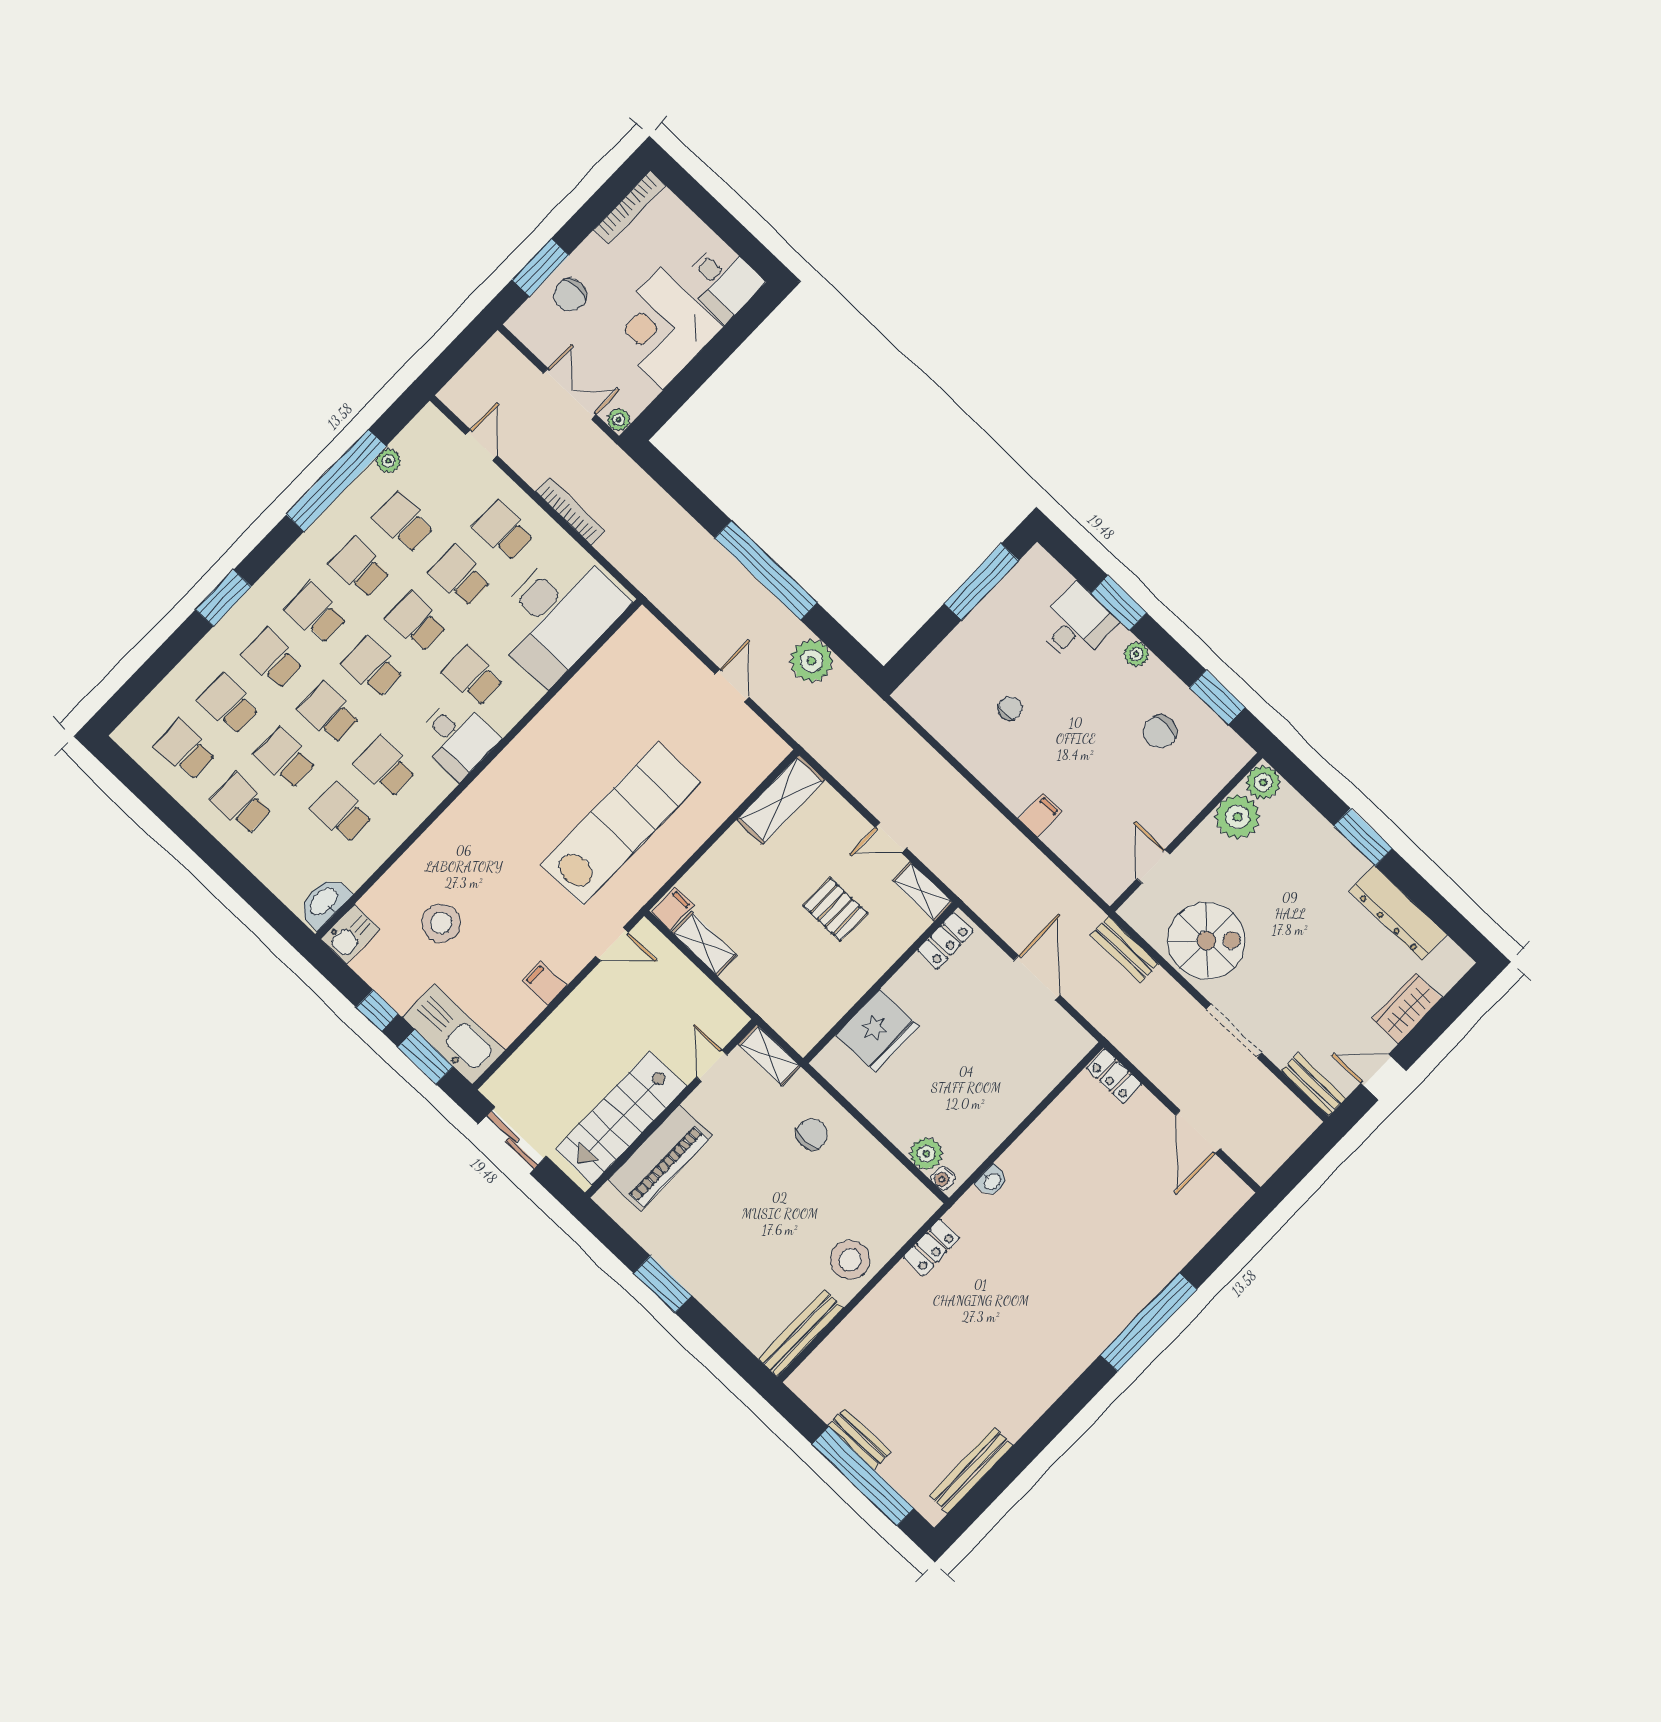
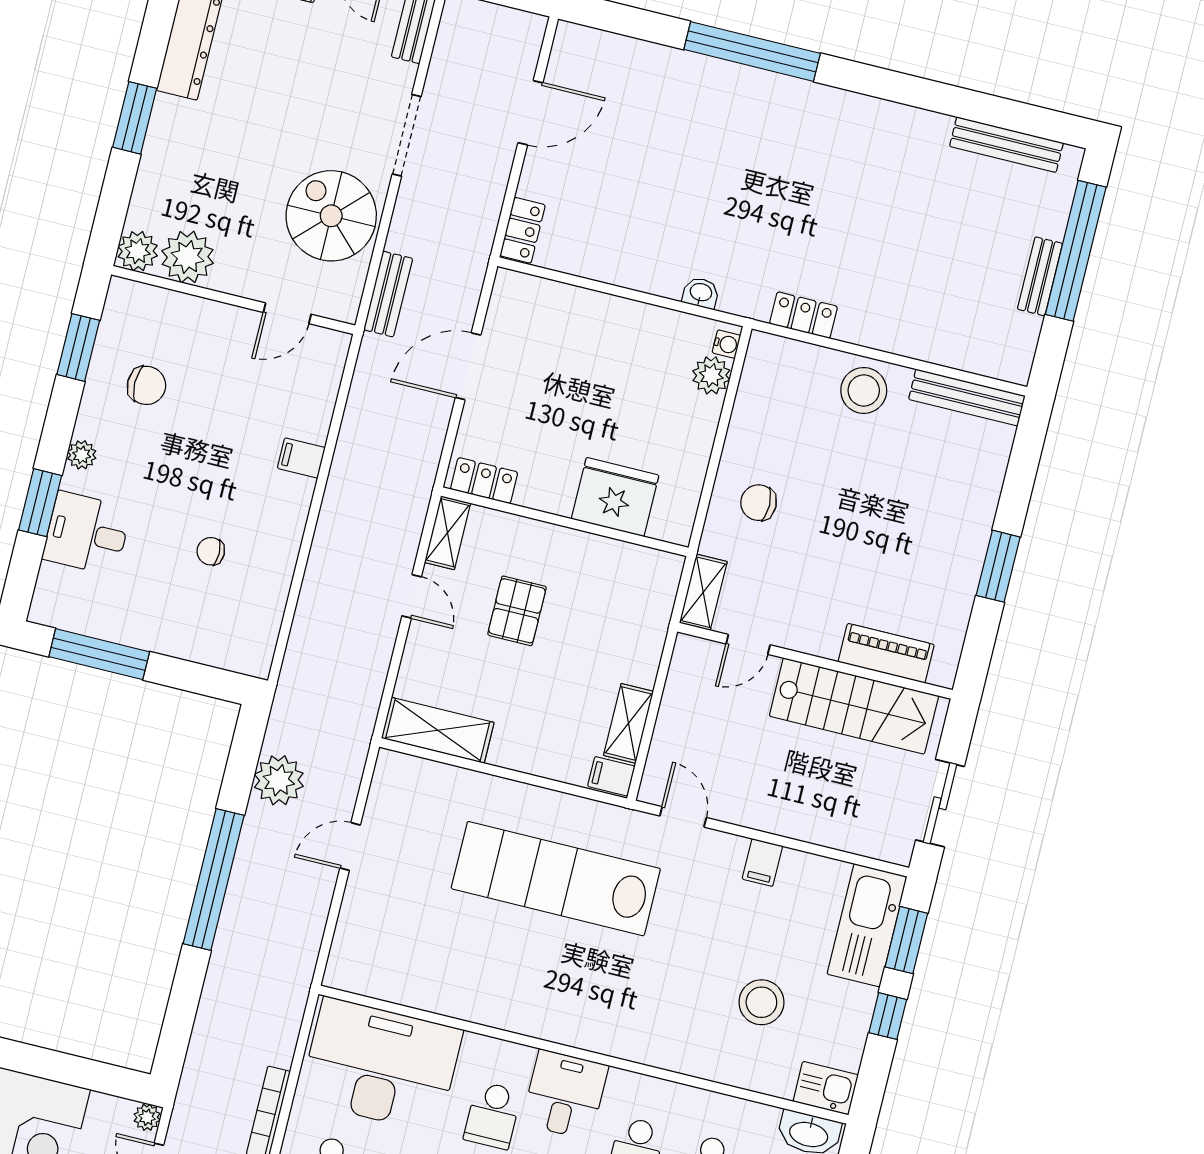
piano: (660, 1158) -> (886, 653), width x0.73, depth x0.75

